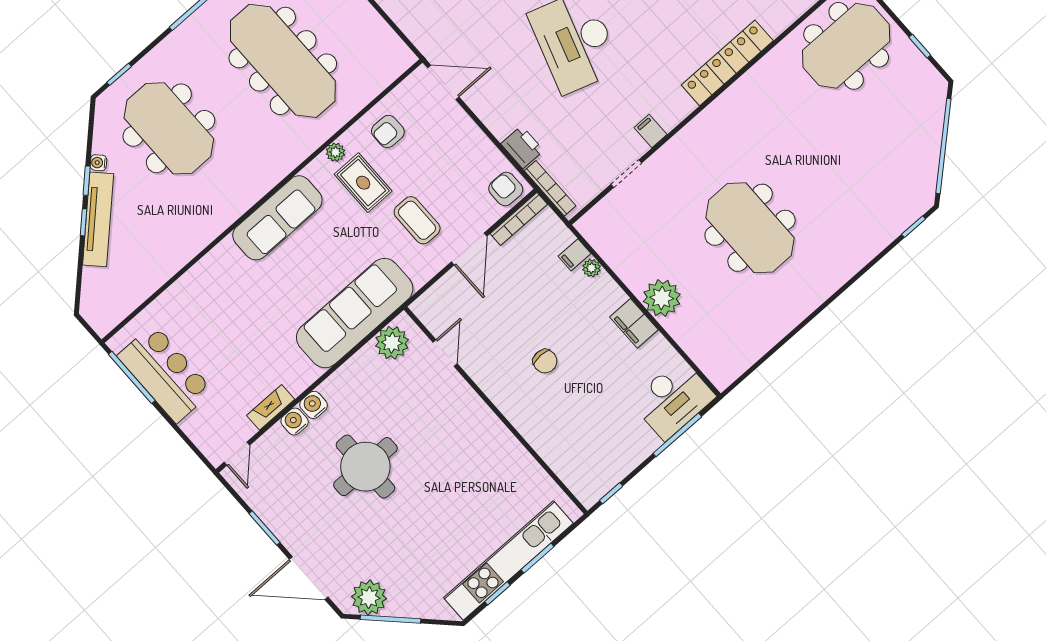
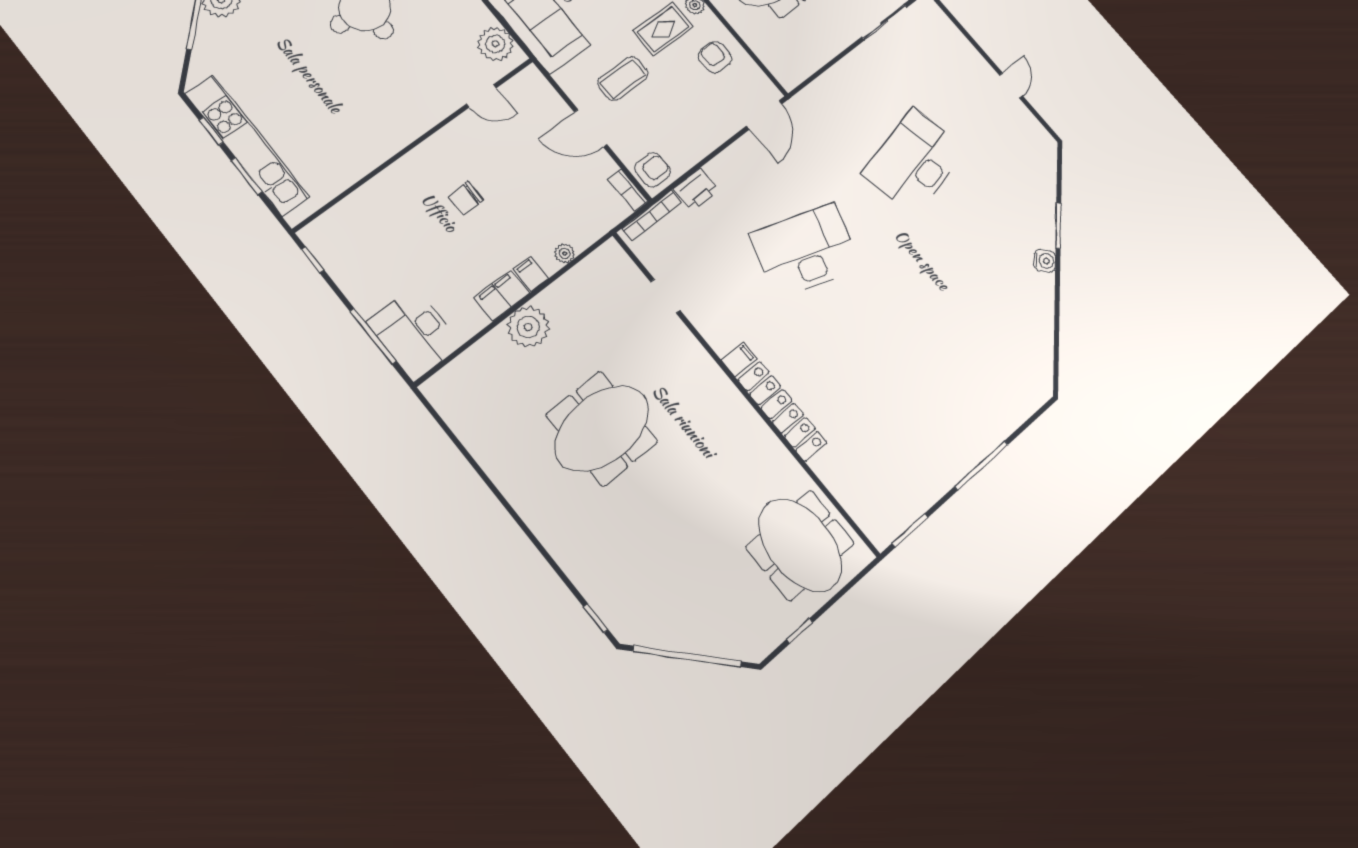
filing cabinet: (650, 131) -> (739, 359), moved
bookcase: (519, 219) -> (628, 190), width x0.64
filing cabinet: (574, 255) -> (531, 274), moved

